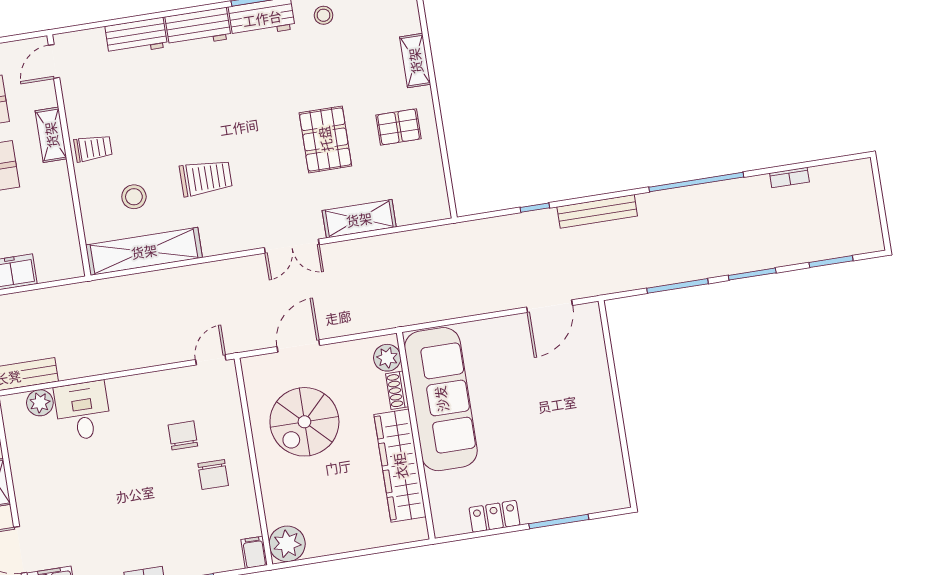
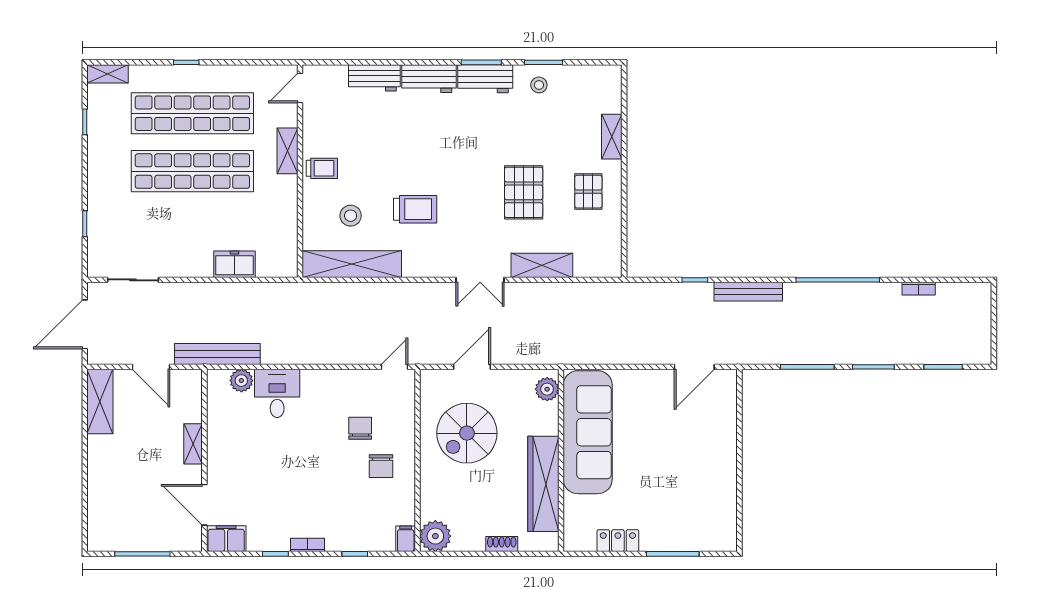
pallet: (399, 127) -> (588, 192), turned 90
shoe rack: (397, 390) -> (502, 544), moved, turned 90

